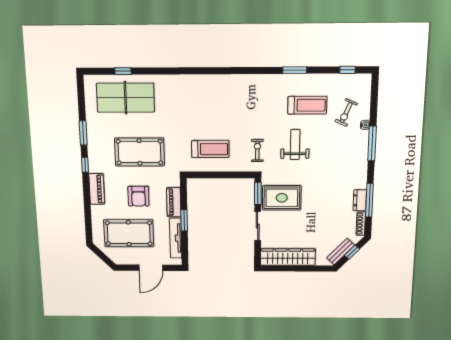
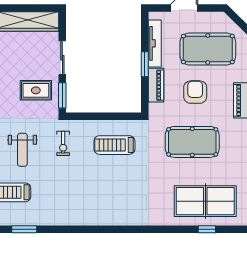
rug: (282, 198) -> (36, 90), width x0.73, depth x0.70

